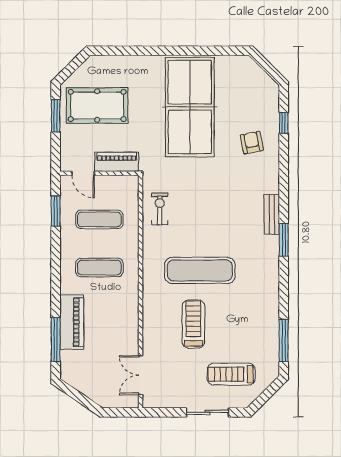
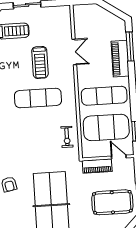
exercise mat: (99, 219) -> (106, 127), width x2.00, depth x1.45
exercise mat: (99, 268) -> (104, 96), width x1.36, depth x1.45
double door: (141, 375) -> (74, 52), moved

